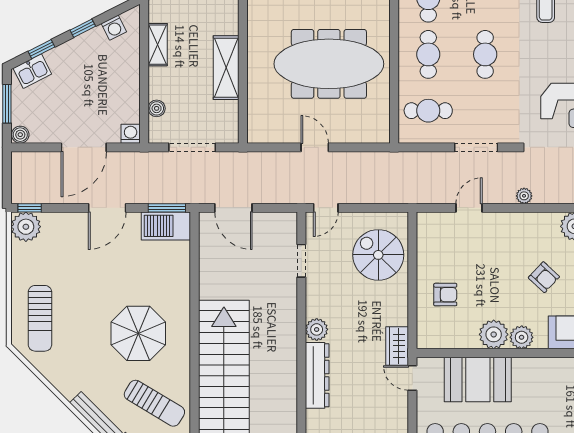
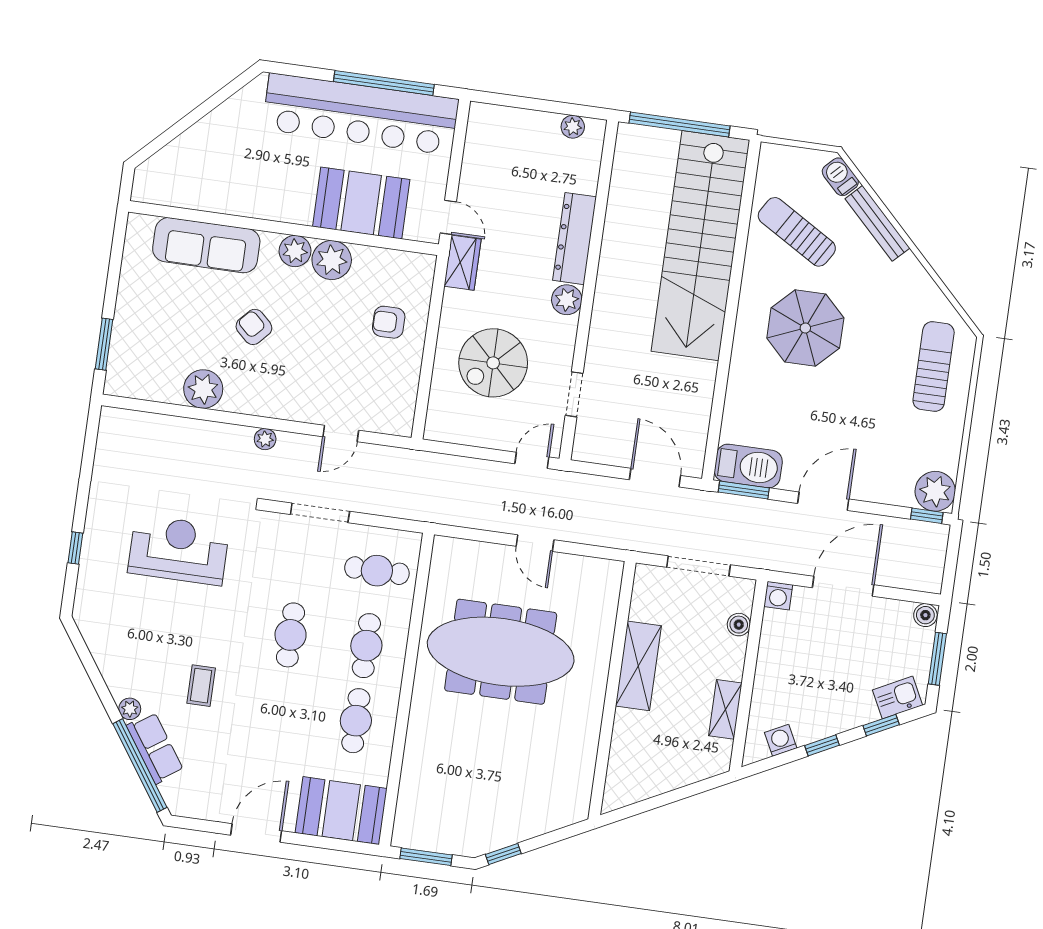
spiral stairs: (378, 255) -> (493, 363), moved, turned 90

